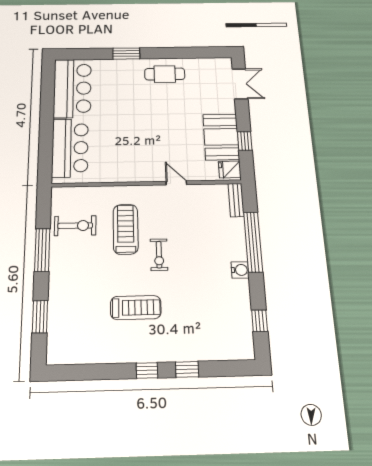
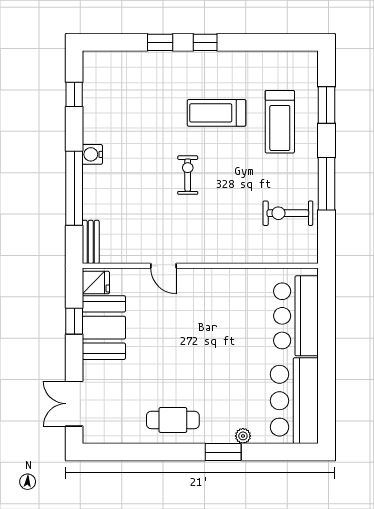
plant: (112, 64) -> (243, 436), added
treadmill: (126, 229) -> (280, 122), moved

